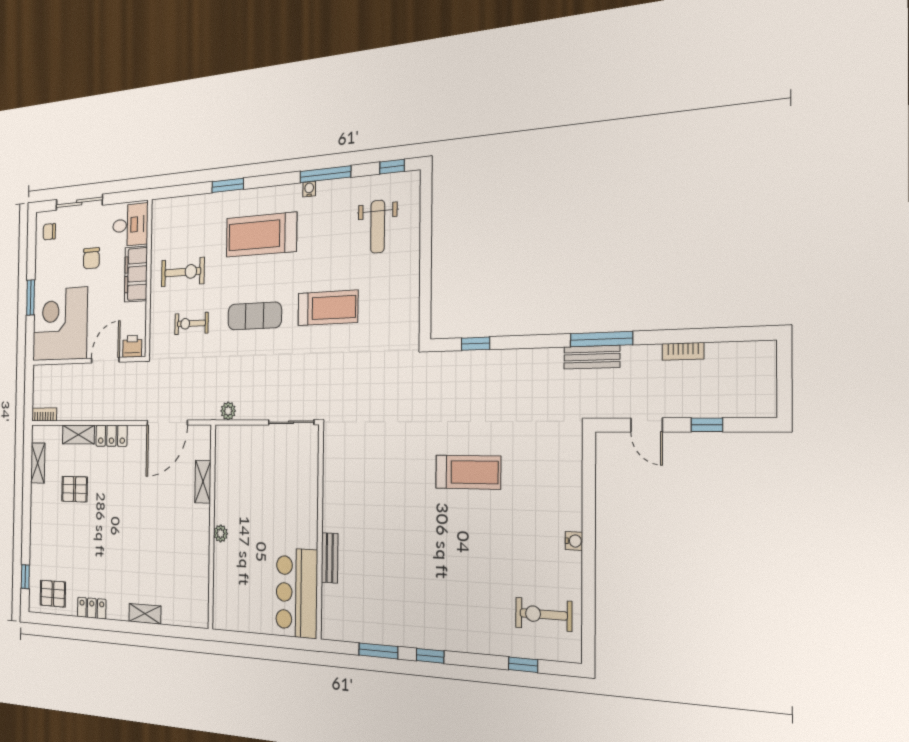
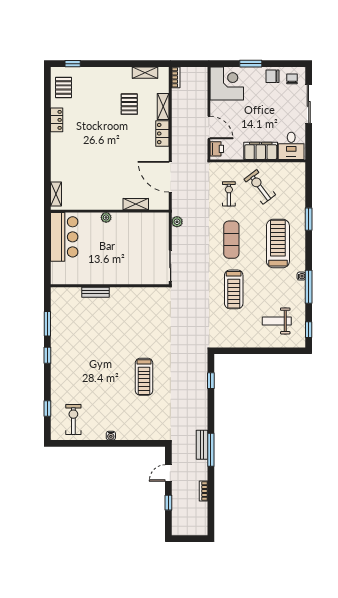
chair: (91, 258) -> (272, 76), moved
exercise bike: (183, 272) -> (260, 187), turned 143
corner desk: (60, 324) -> (227, 84), width x0.74, depth x0.74
bar counter: (297, 593) -> (64, 237), moved, turned 90
shelving: (145, 614) -> (56, 194), moved

